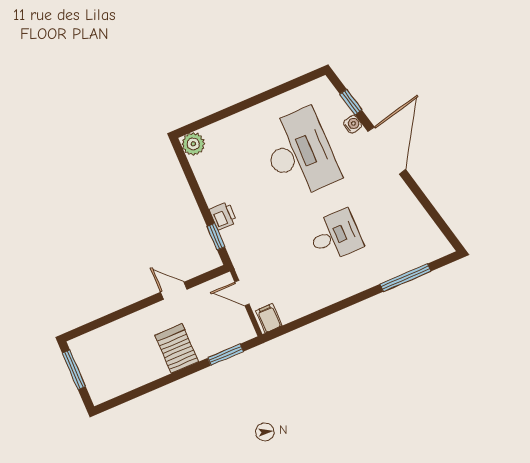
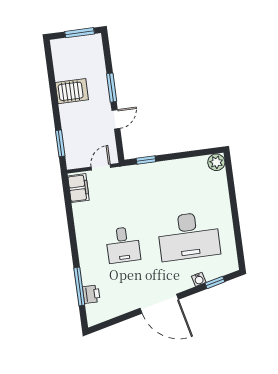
door: (387, 150) -> (159, 304), moved
printer: (223, 216) -> (91, 294), moved, turned -90
window: (134, 308) -> (112, 88), added
filing cabinet: (269, 318) -> (78, 188), width x2.00
server rack: (177, 348) -> (72, 91), moved

